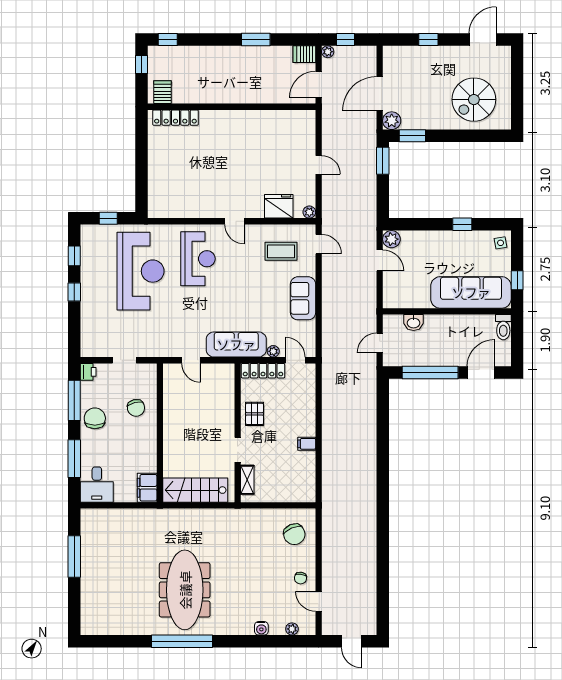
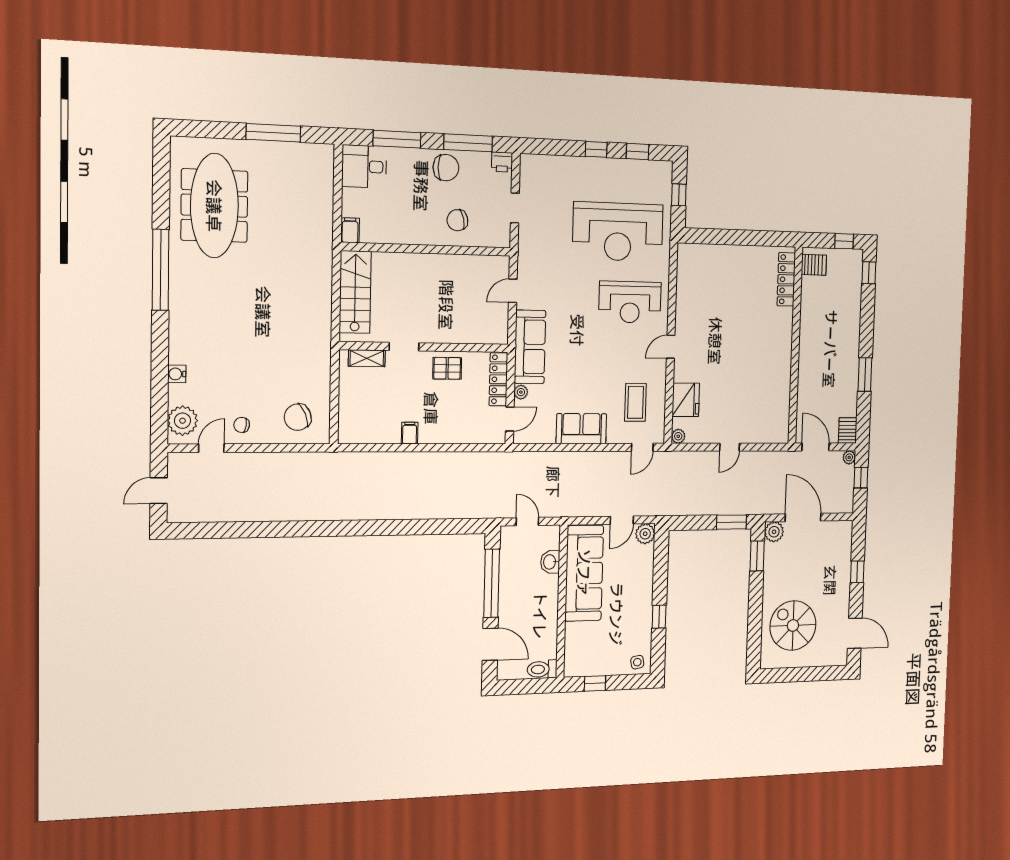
sofa: (471, 292) -> (584, 573), moved
filing cabinet: (147, 488) -> (350, 230), width x0.50
meeting table: (185, 590) -> (214, 206), moved, turned 90
plant: (292, 629) -> (183, 421), width x1.88, depth x1.88

